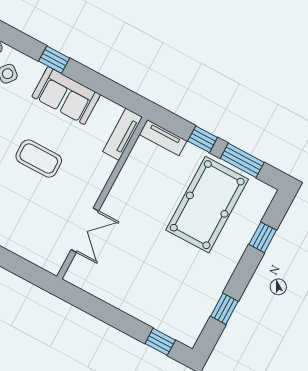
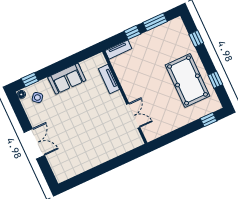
window: (54, 60) -> (30, 80), moved
tv unit: (123, 134) -> (109, 79), moved
coffee table: (39, 159) -> (86, 112), removed
pool table: (207, 205) -> (187, 80), moved

